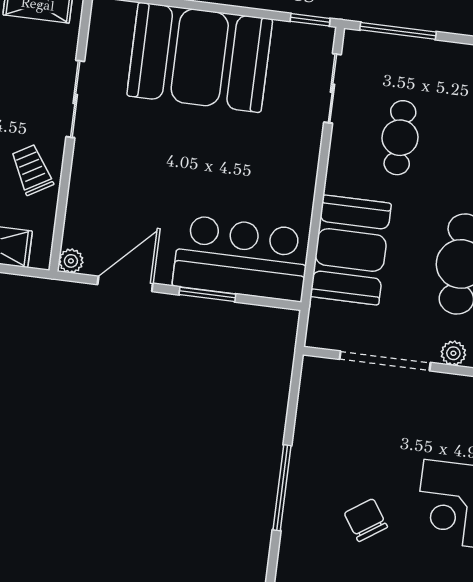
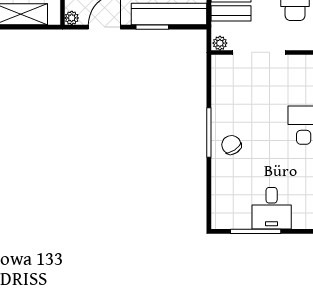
plant: (453, 353) -> (220, 43), moved
chair: (366, 520) -> (231, 145), moved

